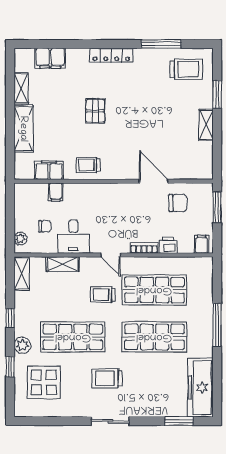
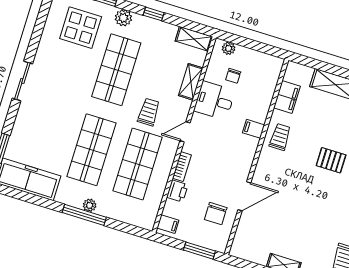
filing cabinet: (56, 192) -> (254, 129), moved
plant: (207, 323) -> (90, 205), added
trolley: (107, 378) -> (65, 91), removed

